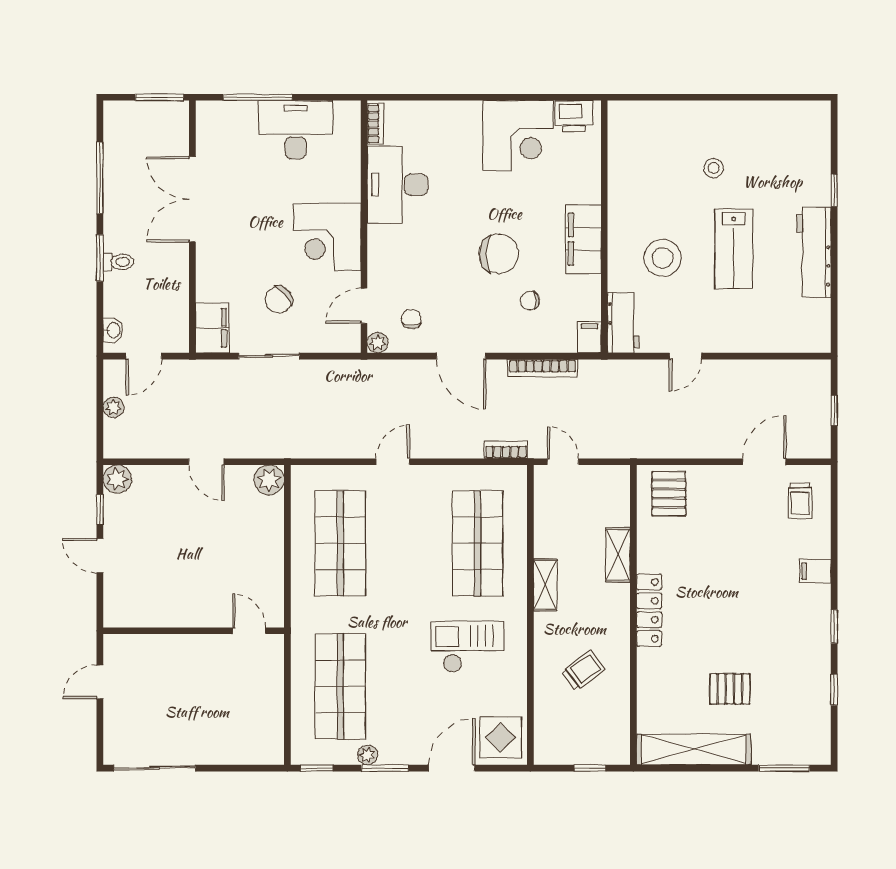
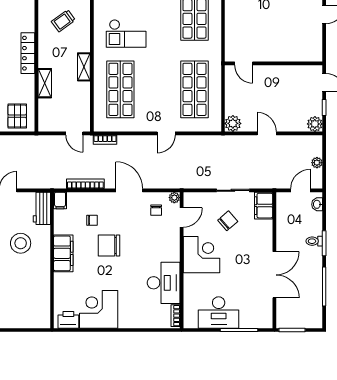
wall: (194, 631) -> (274, 63), moved
door: (249, 631) -> (244, 63), moved

